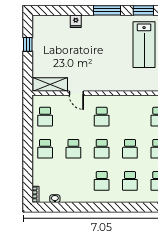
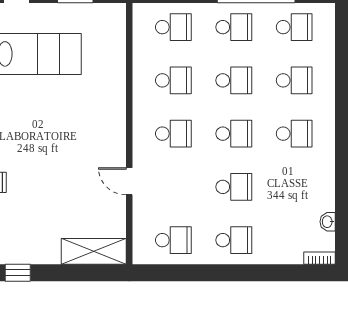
window: (28, 44) -> (18, 273), moved
shelving: (50, 85) -> (94, 251), moved, turned 90
door: (76, 93) -> (129, 181), swing flipped
school desk: (130, 117) -> (173, 80), added

